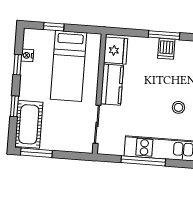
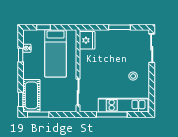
dishwasher: (166, 49) -> (122, 36), removed
kitchen counter: (112, 85) -> (86, 64), removed
window: (14, 106) -> (21, 99), moved

